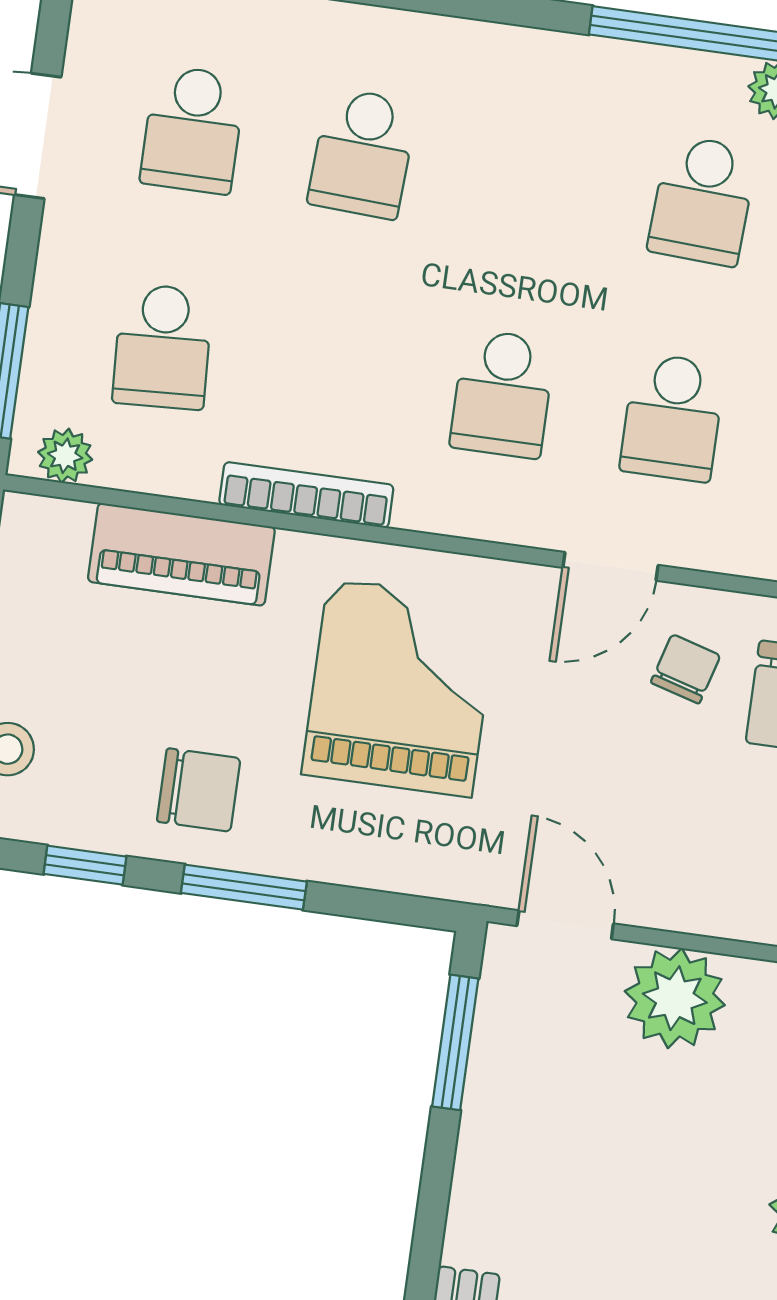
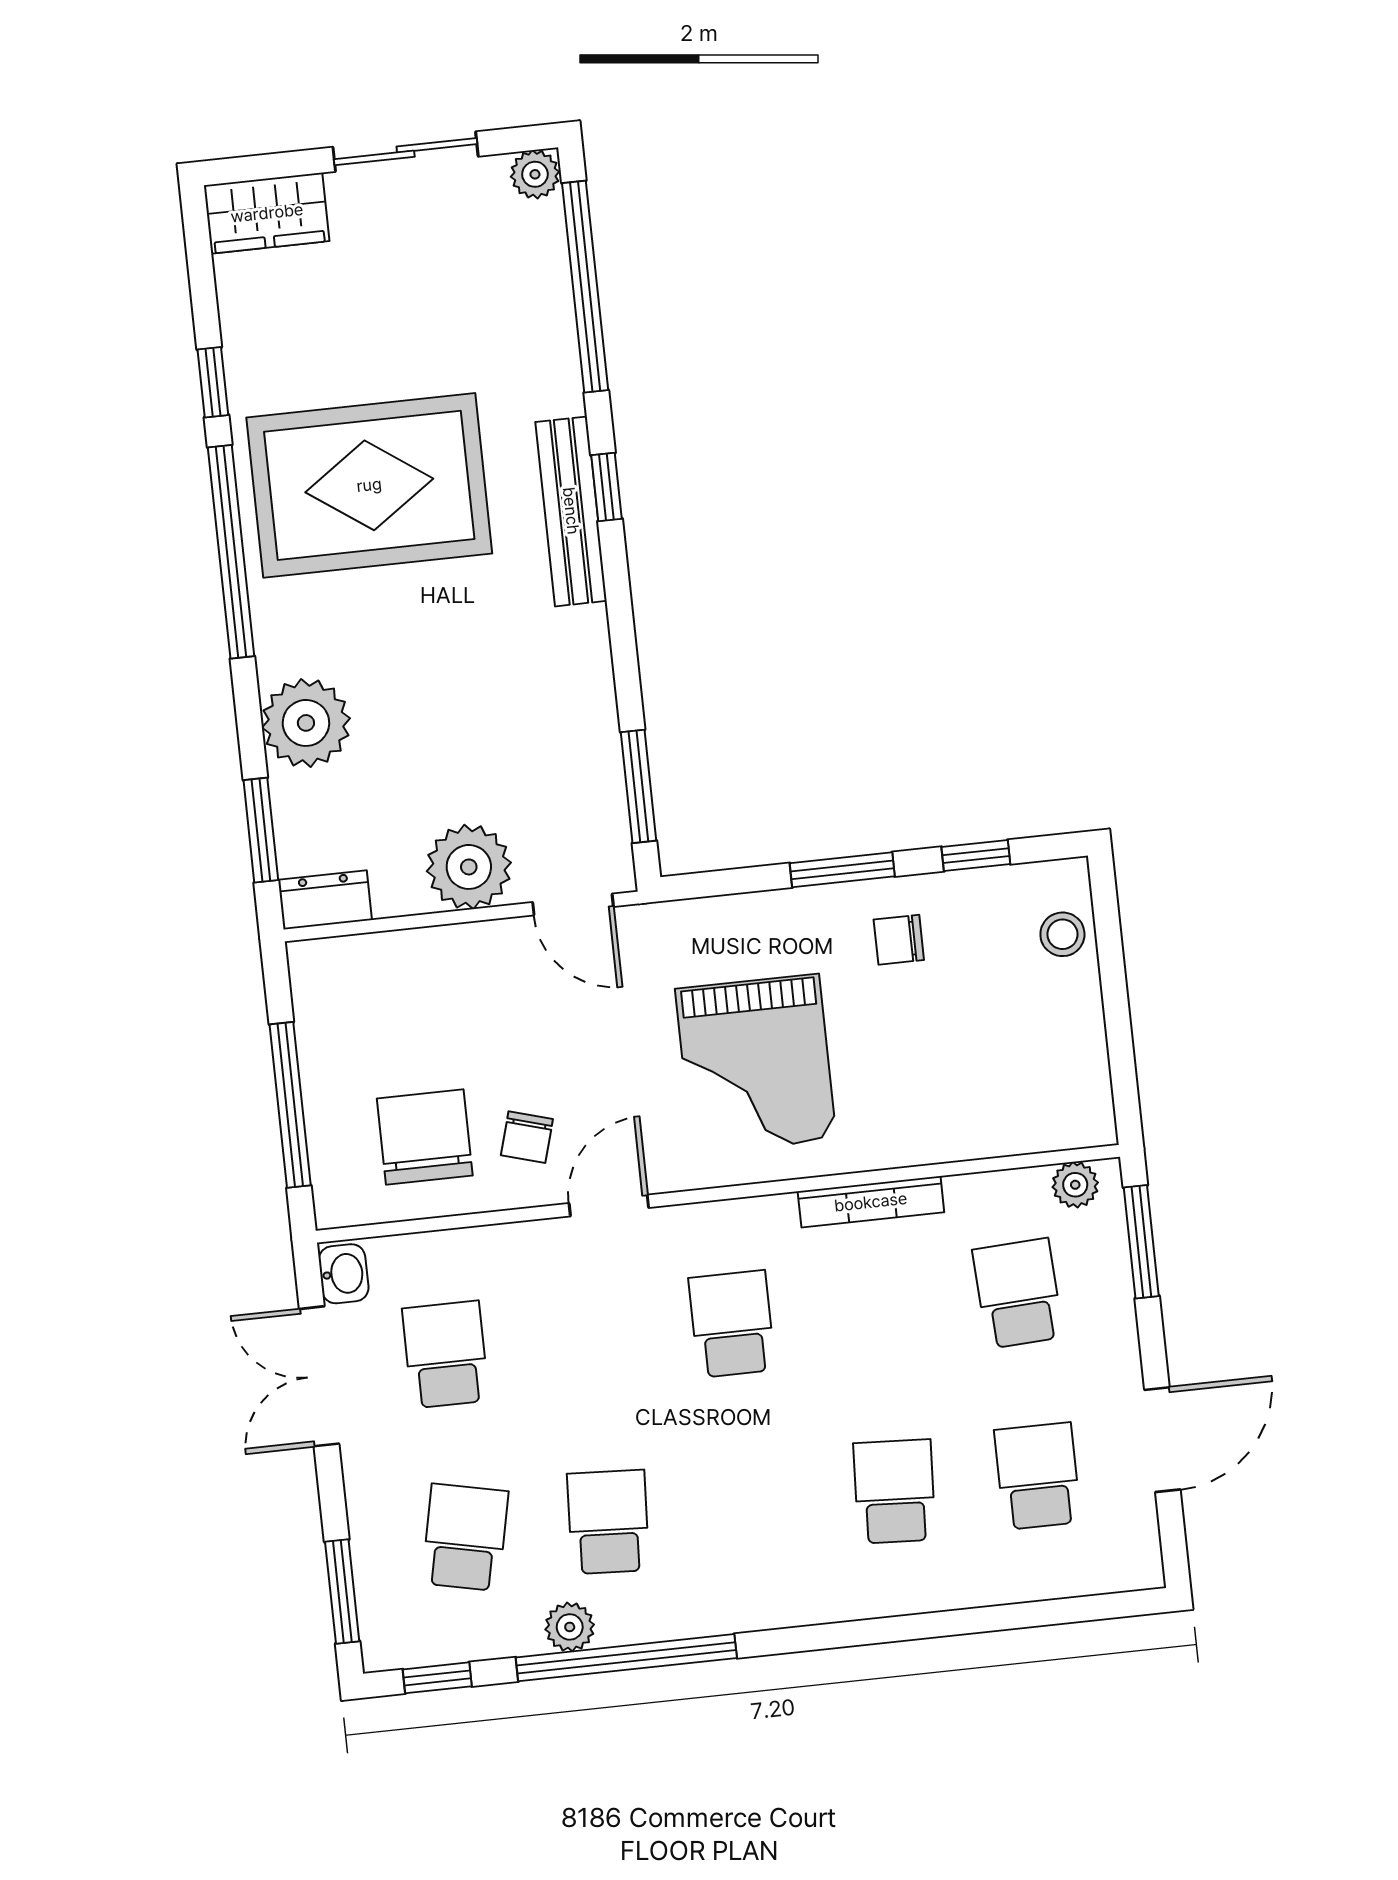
school desk: (672, 417) -> (589, 1339), removed
piano: (181, 554) -> (961, 1128), removed
chair: (199, 790) -> (899, 940), width x0.73, depth x0.73

